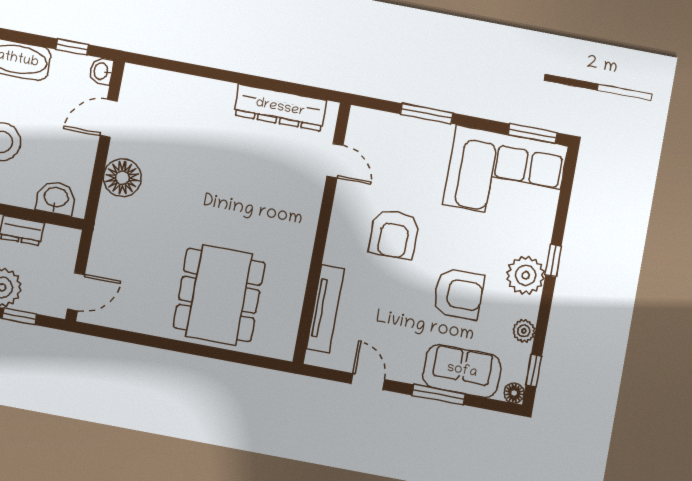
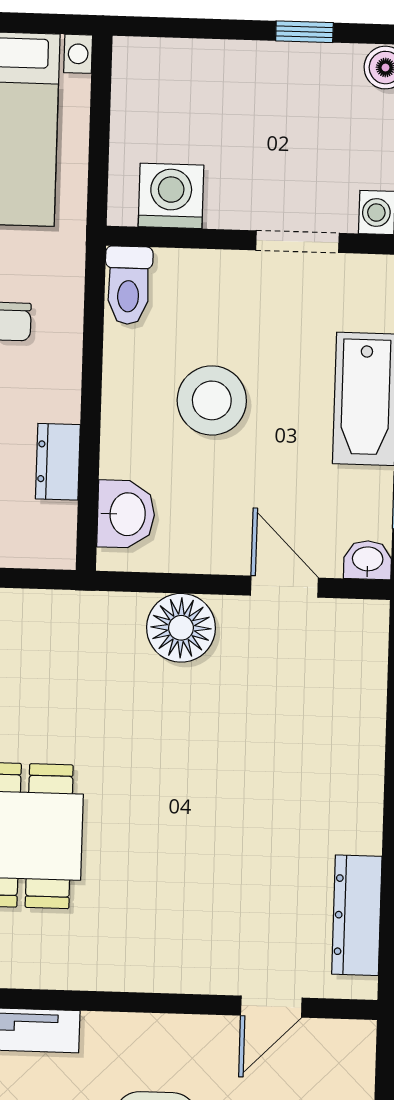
dresser: (280, 108) -> (357, 915), width x0.73, depth x0.80

